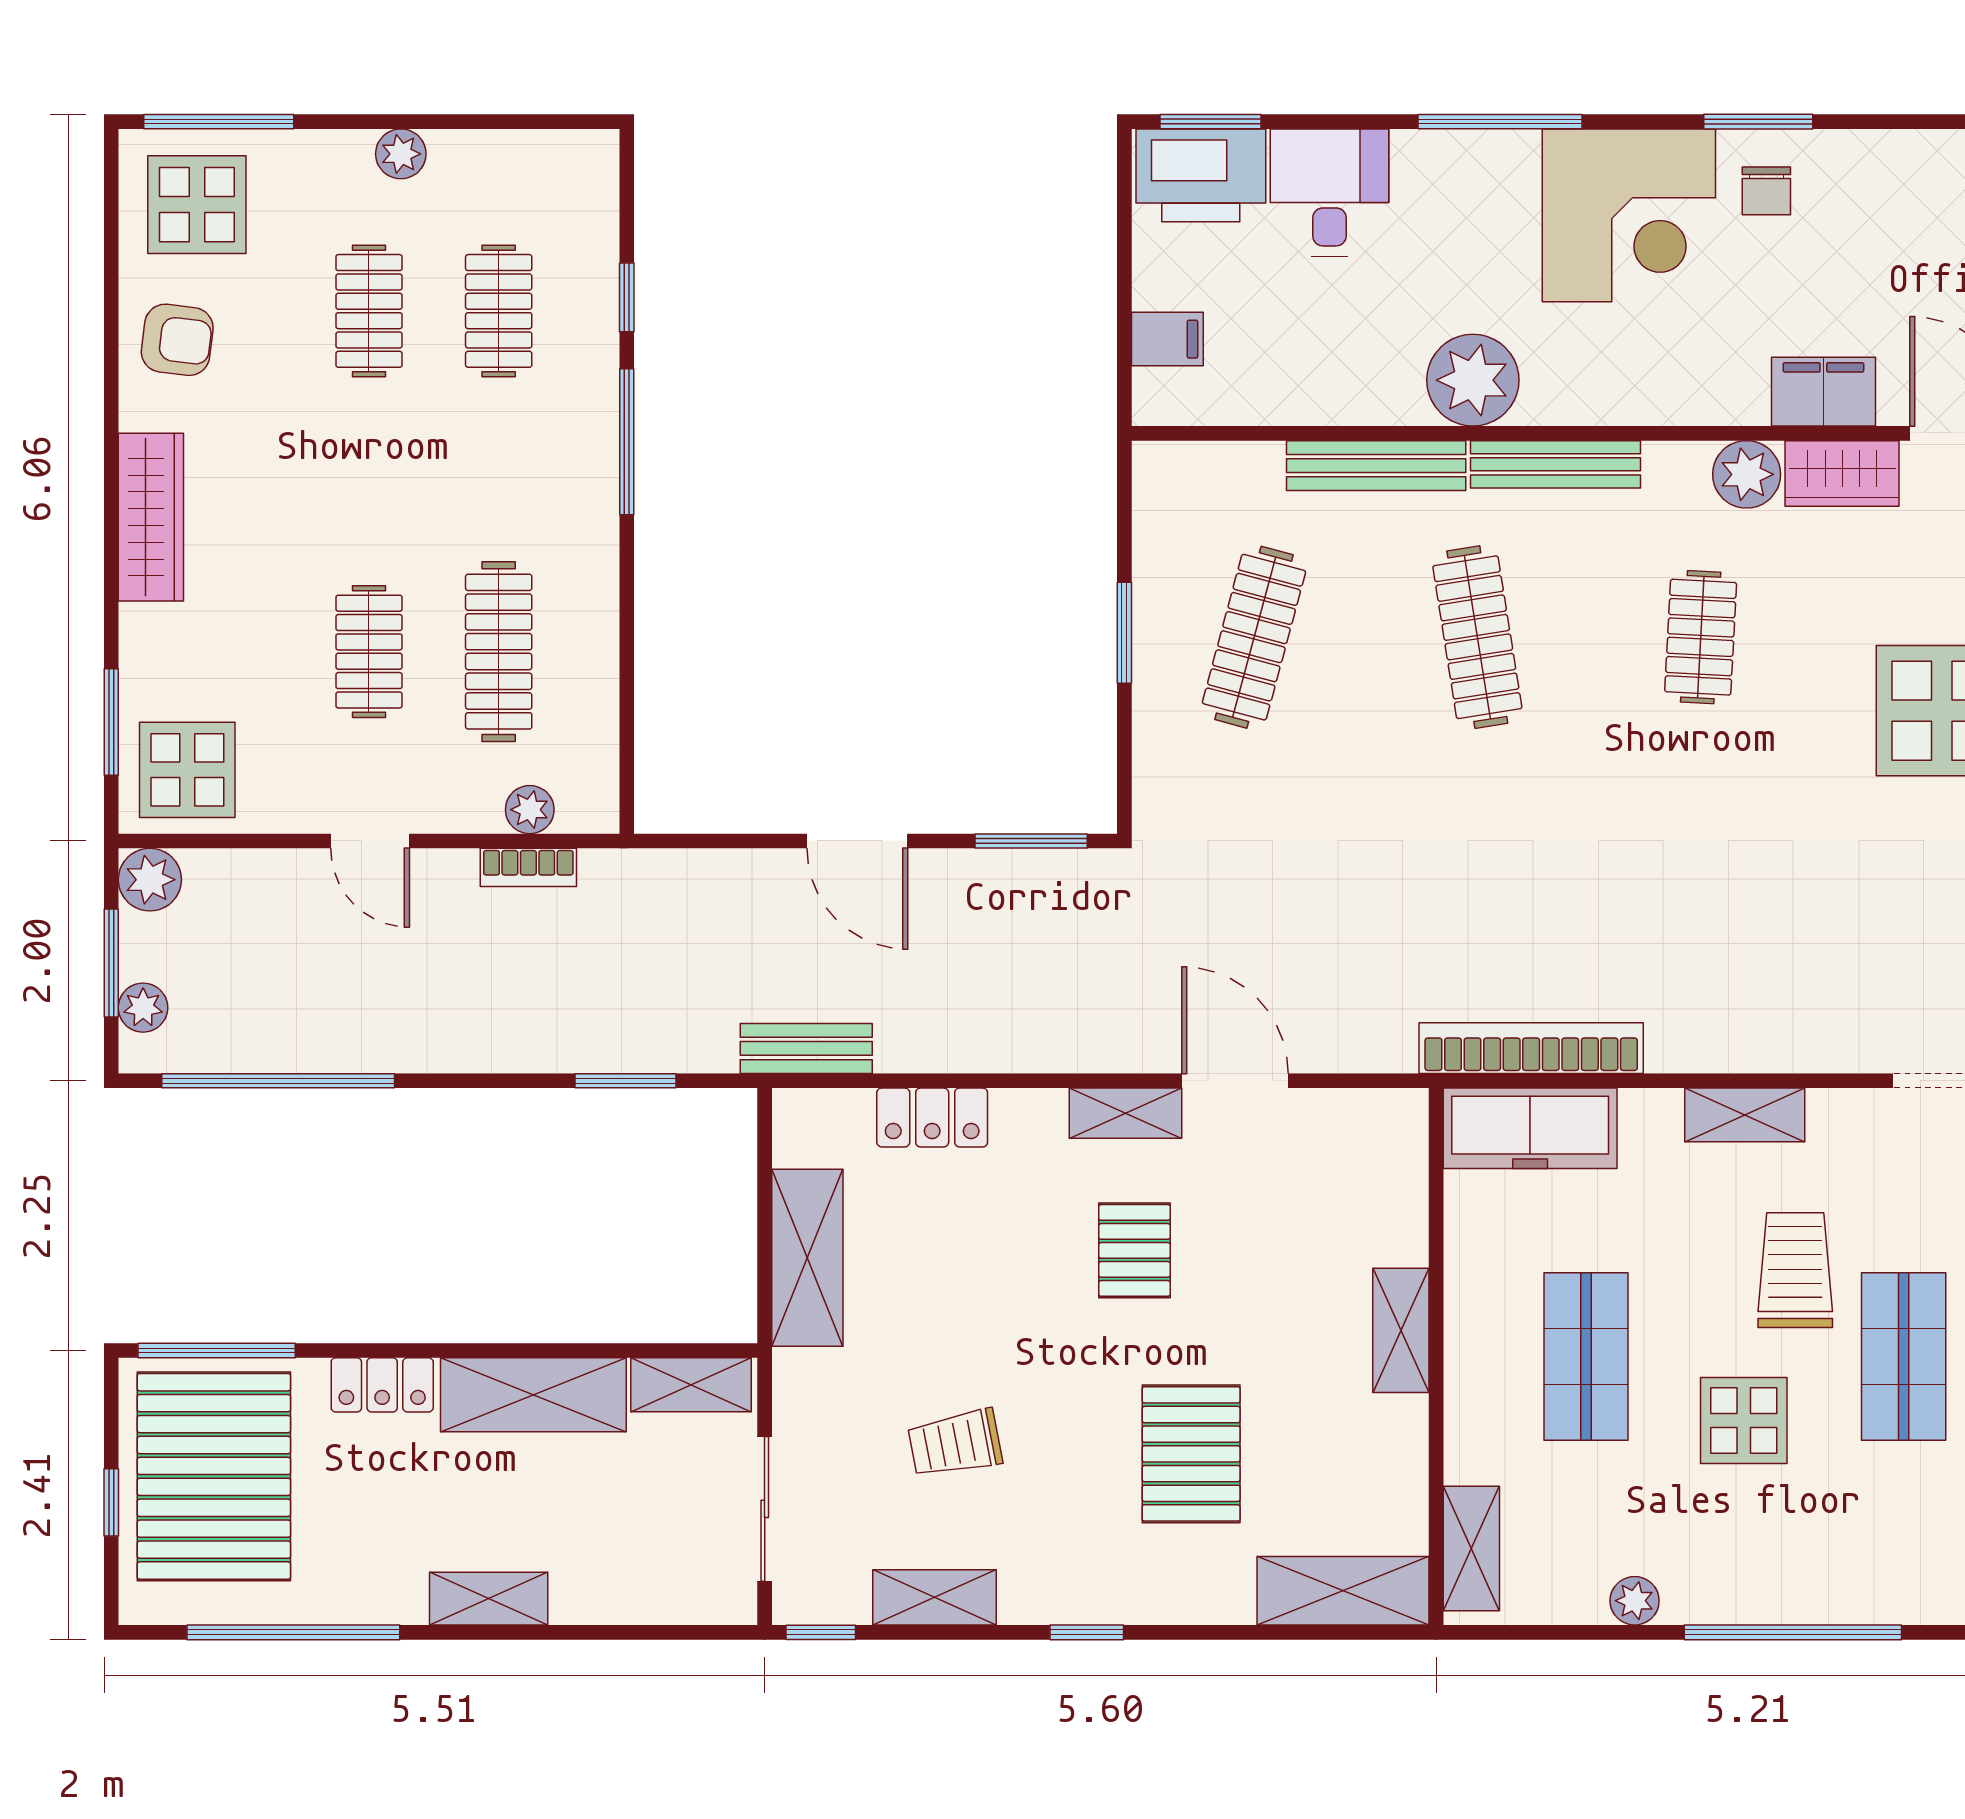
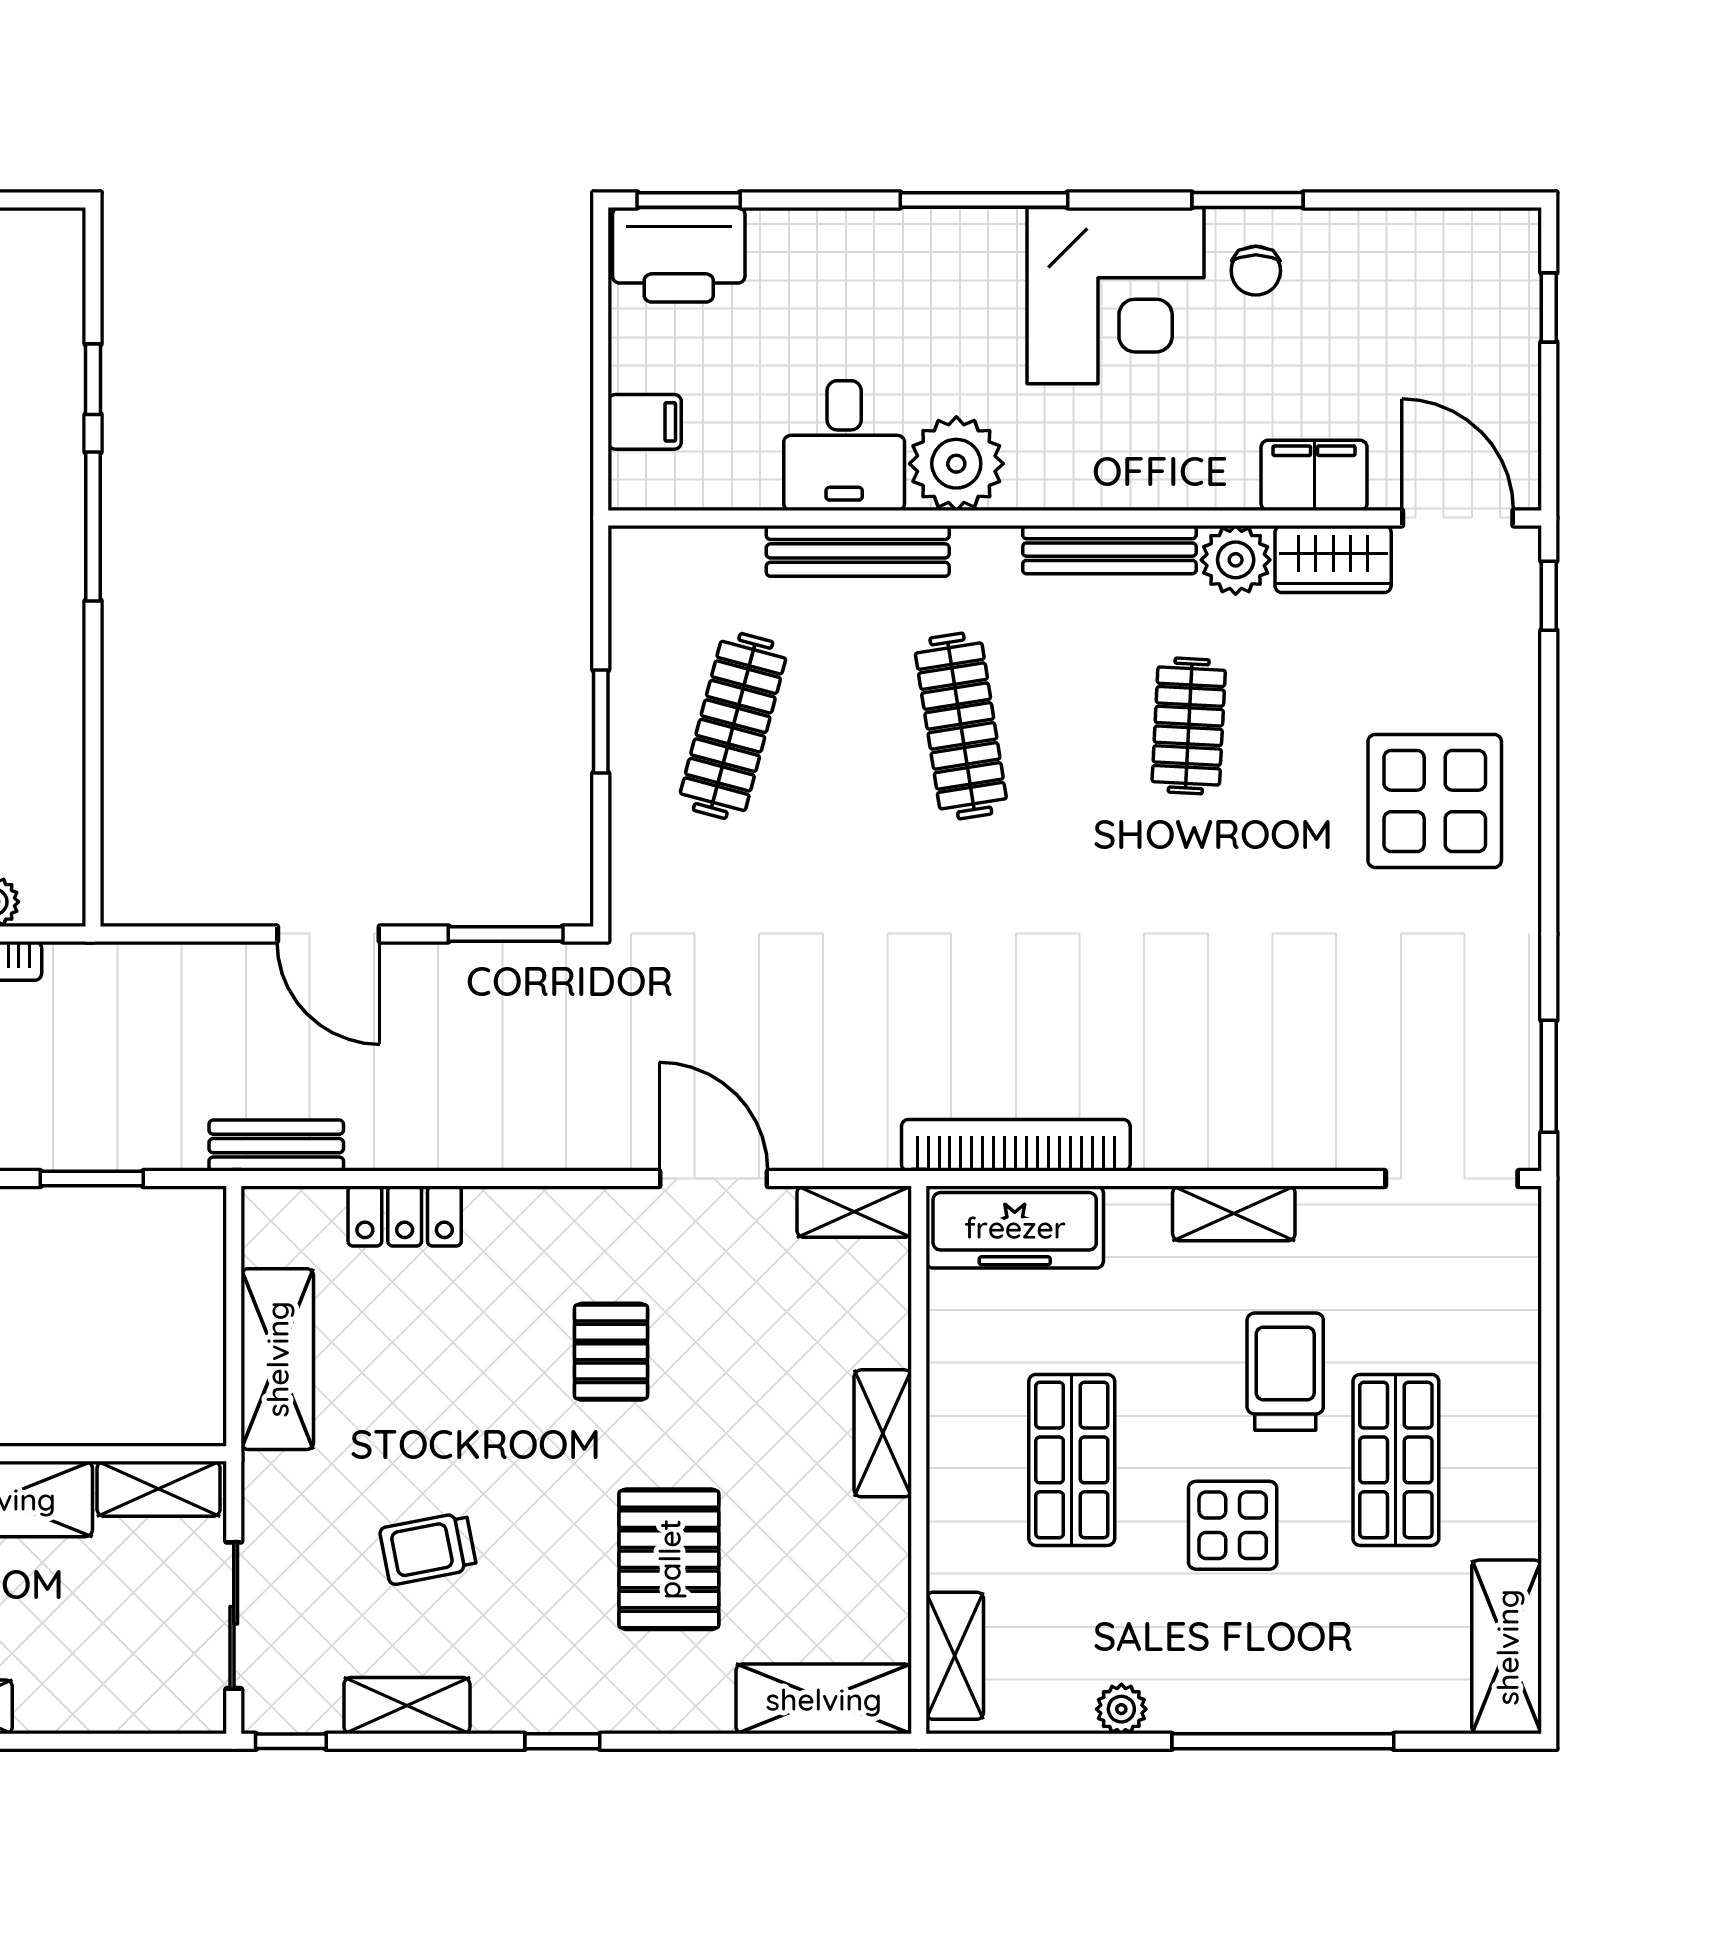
desk: (1329, 193) -> (844, 446), moved, turned 180
bench: (1556, 464) -> (1109, 550), moved
shelving: (1125, 1113) -> (854, 1212), moved

